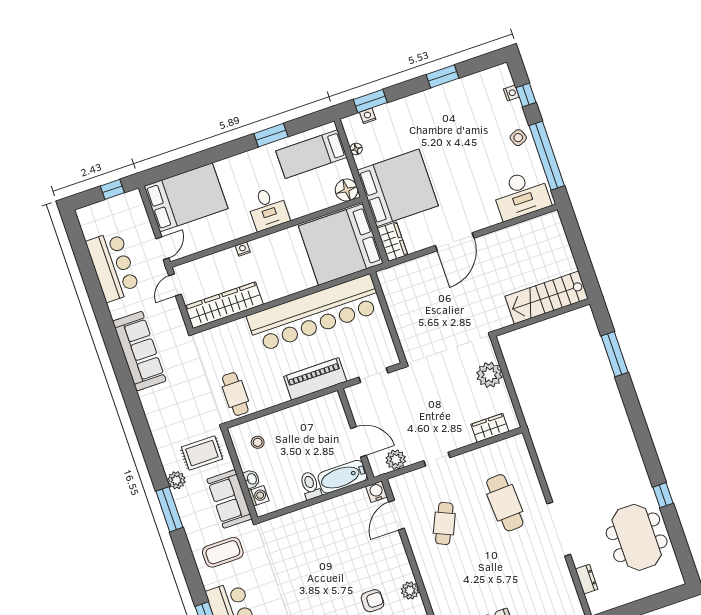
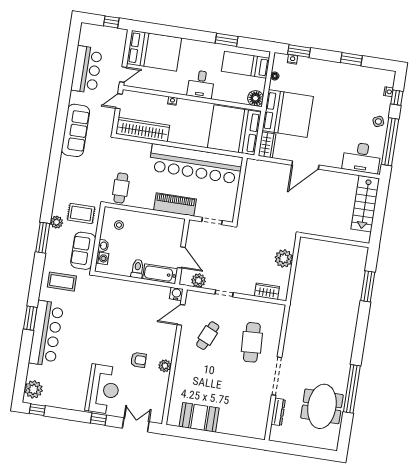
stairs: (547, 298) -> (365, 204), moved, turned -90
window: (663, 495) -> (352, 389), width x3.17
dresser: (587, 579) -> (278, 412), width x1.44

